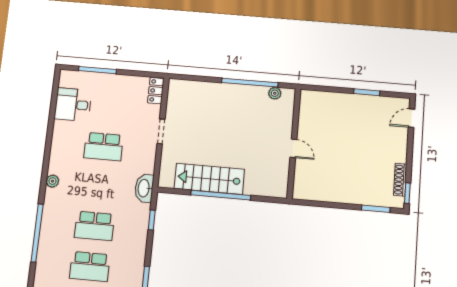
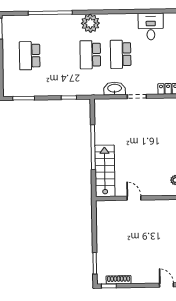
door: (293, 148) -> (134, 198), swing flipped
stairs: (209, 179) -> (105, 171), moved
plant: (52, 181) -> (90, 23), width x1.88, depth x1.88
washbasin: (144, 188) -> (115, 89), moved
school desk: (94, 226) -> (90, 55), moved

